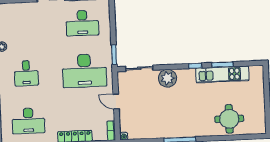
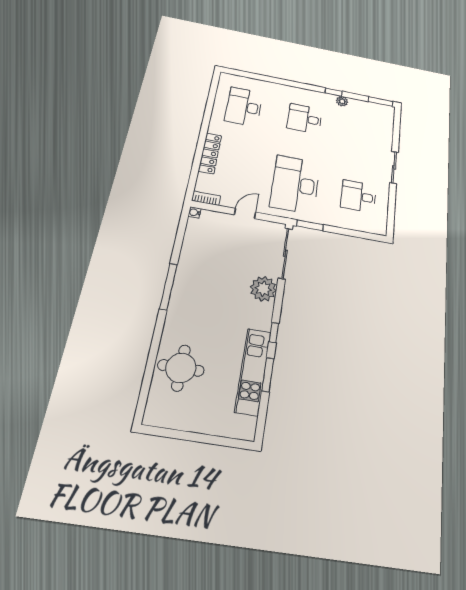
desk: (82, 23) -> (358, 196), width x0.73
sliding door: (139, 68) -> (285, 253), width x1.37

